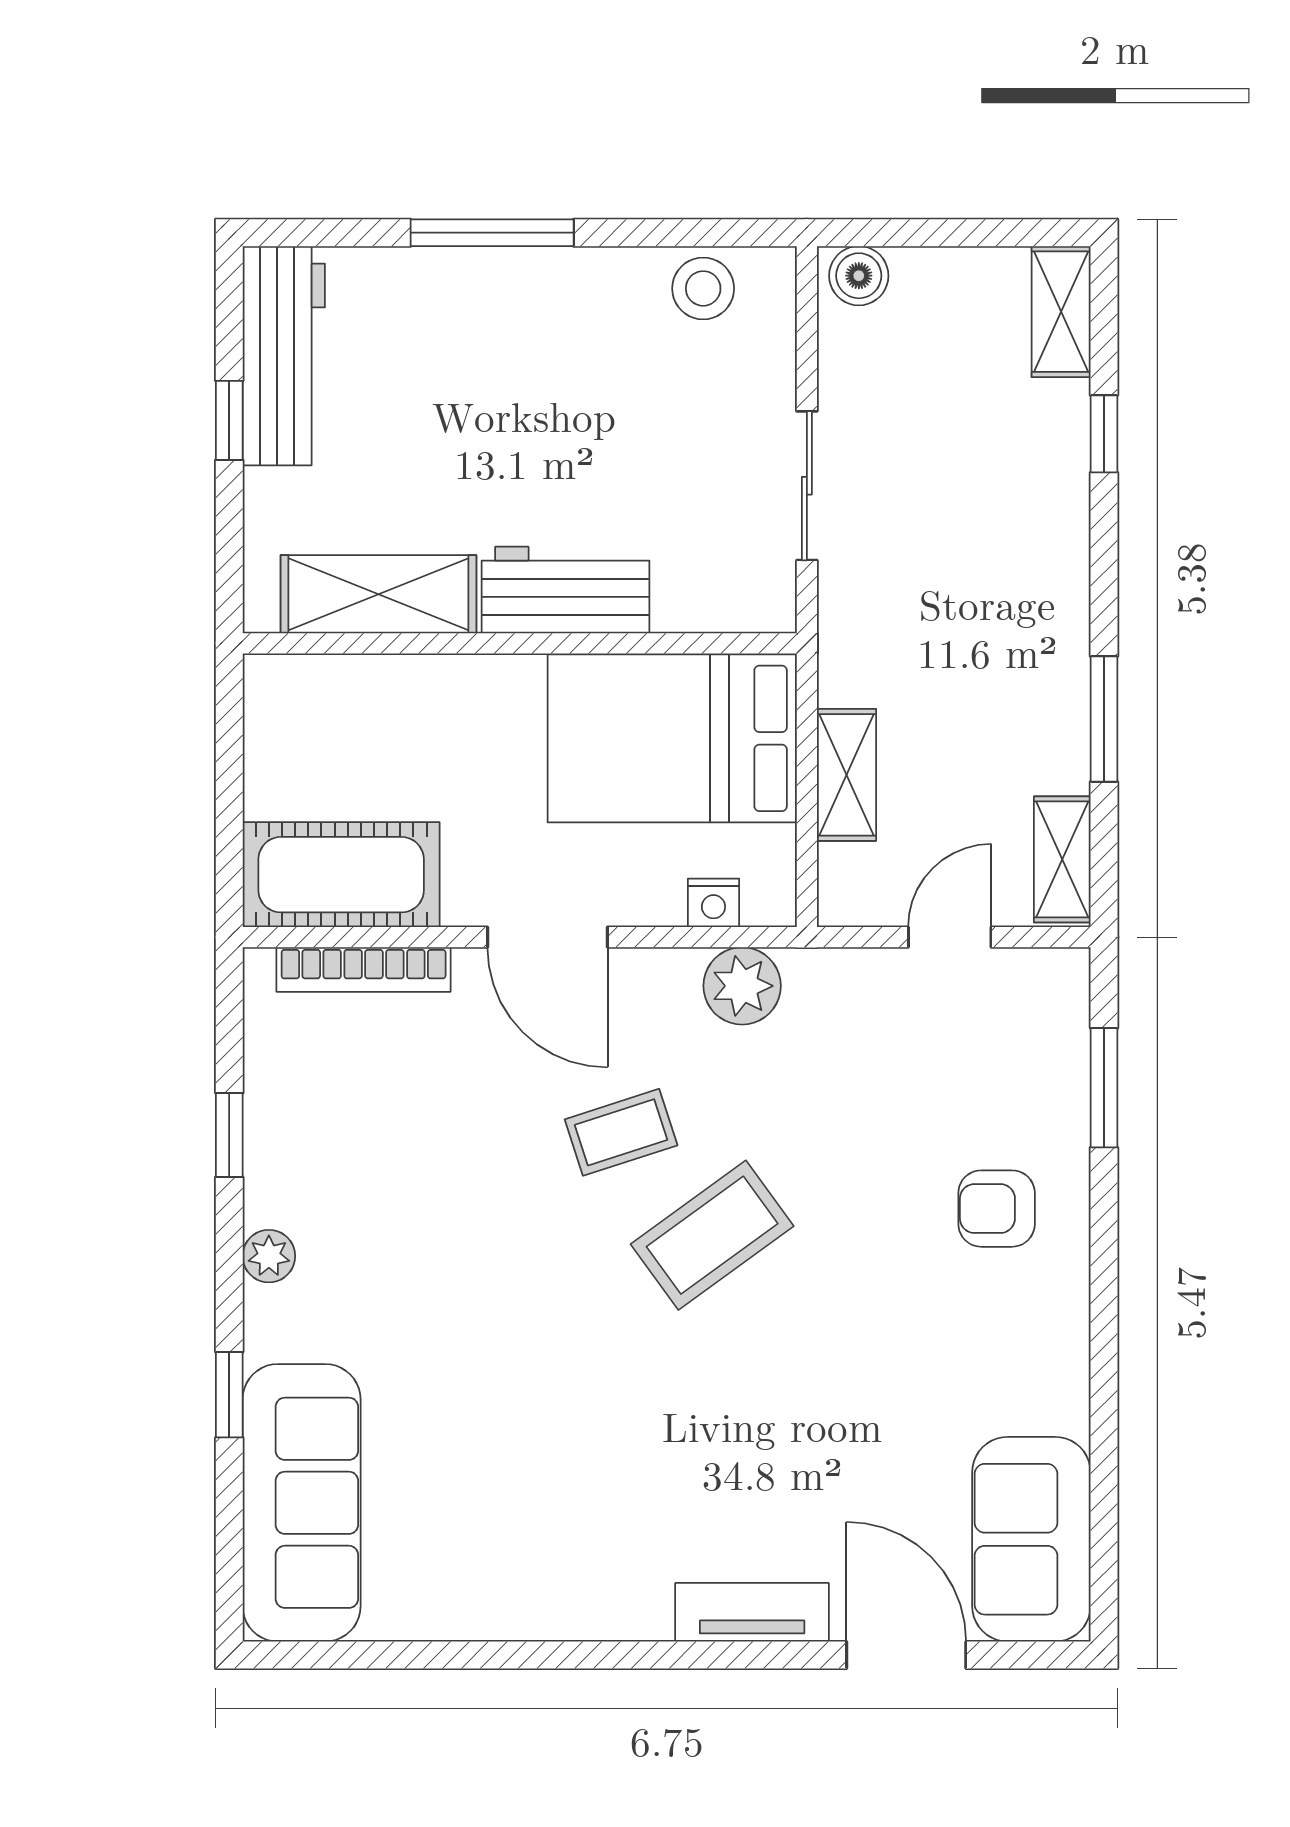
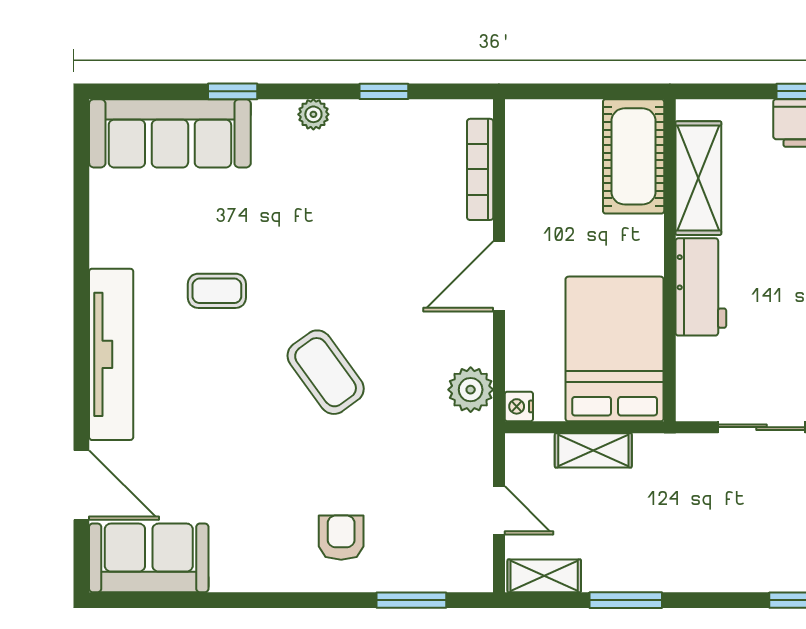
cot: (341, 875) -> (634, 156), moved
nightstand: (713, 903) -> (519, 406), moved
coffee table: (621, 1132) -> (217, 291), moved, turned -72
tv unit: (752, 1612) -> (111, 354), width x1.92, depth x1.29
door: (906, 1655) -> (81, 485), hinge flipped

